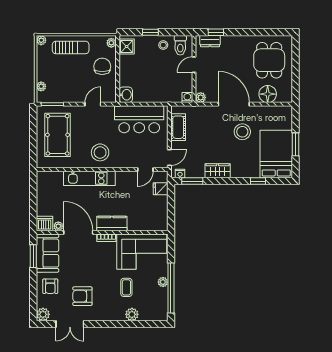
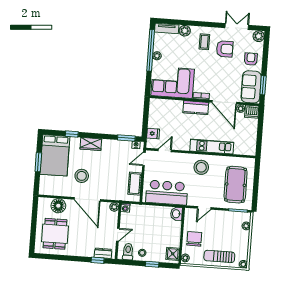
chair: (102, 66) -> (194, 239), turned 180
wardrobe: (218, 171) -> (91, 144), moved
coffee table: (126, 287) -> (204, 42), moved
tv unit: (154, 316) -> (167, 28), added

